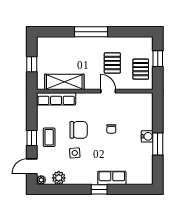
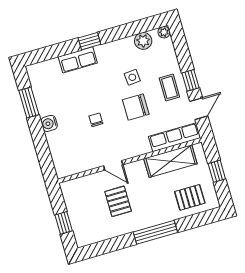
pallet: (141, 69) -> (190, 197), moved, turned 90
window: (158, 144) -> (29, 103), moved
door: (32, 166) -> (199, 109), moved

